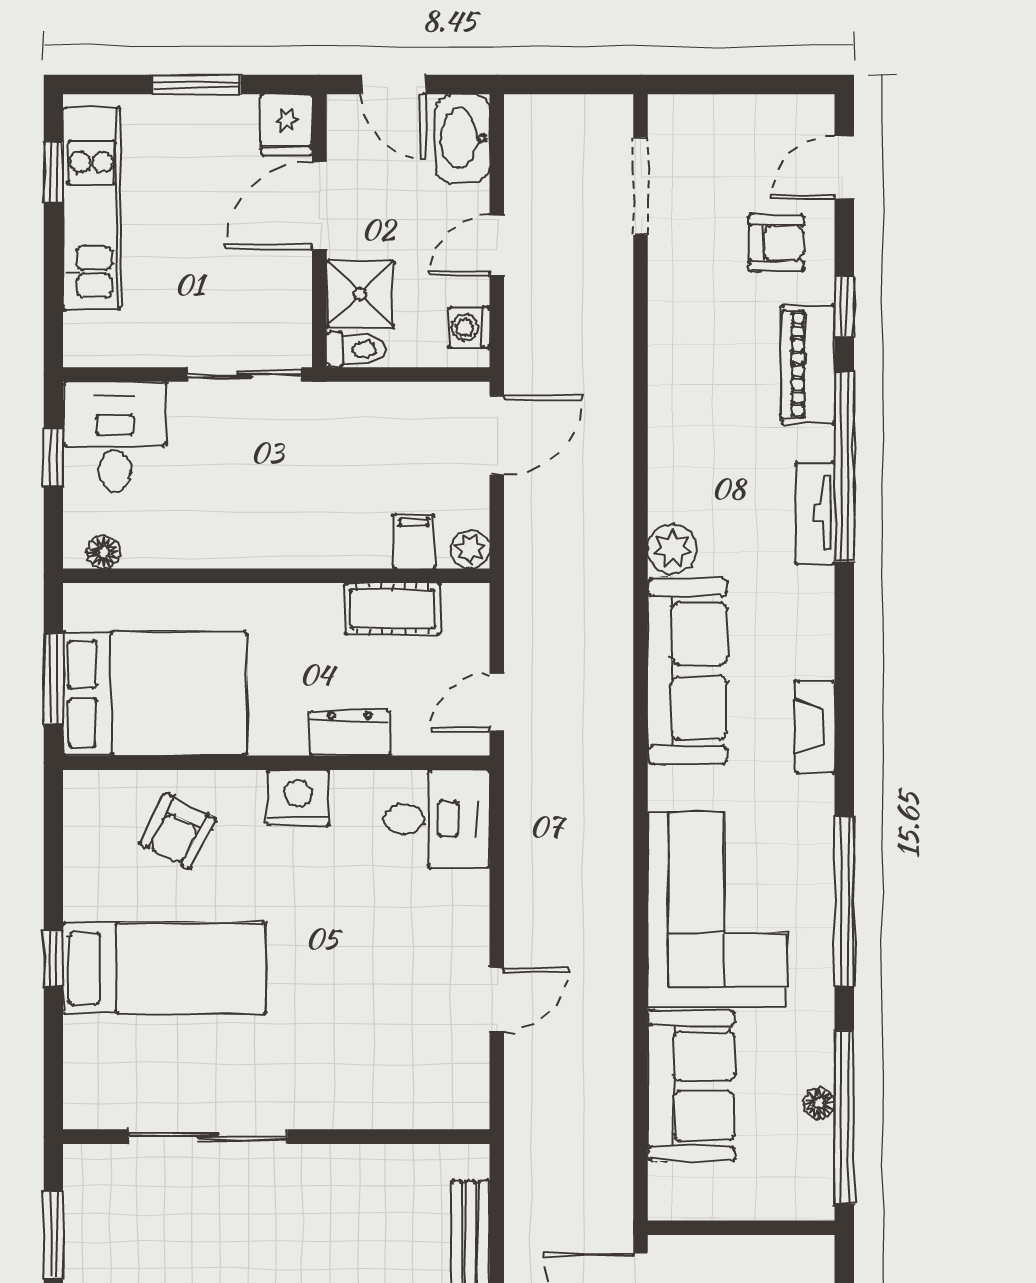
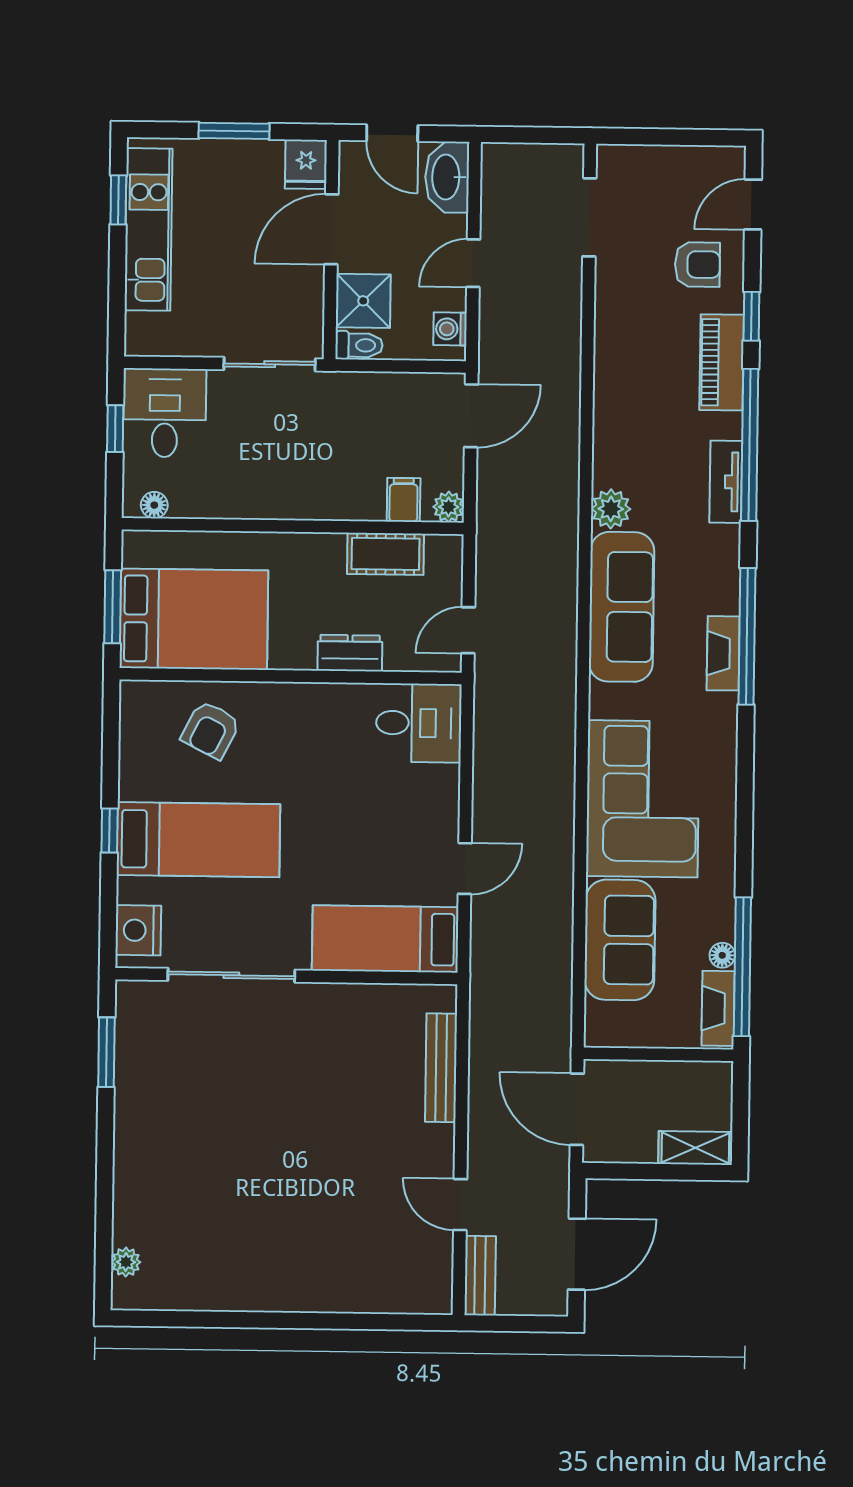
nightstand: (298, 798) -> (138, 930), moved, turned -90
window: (844, 902) -> (747, 636), moved
bed: (399, 1089) -> (385, 939), added
fireplace: (815, 1169) -> (718, 1008), added

